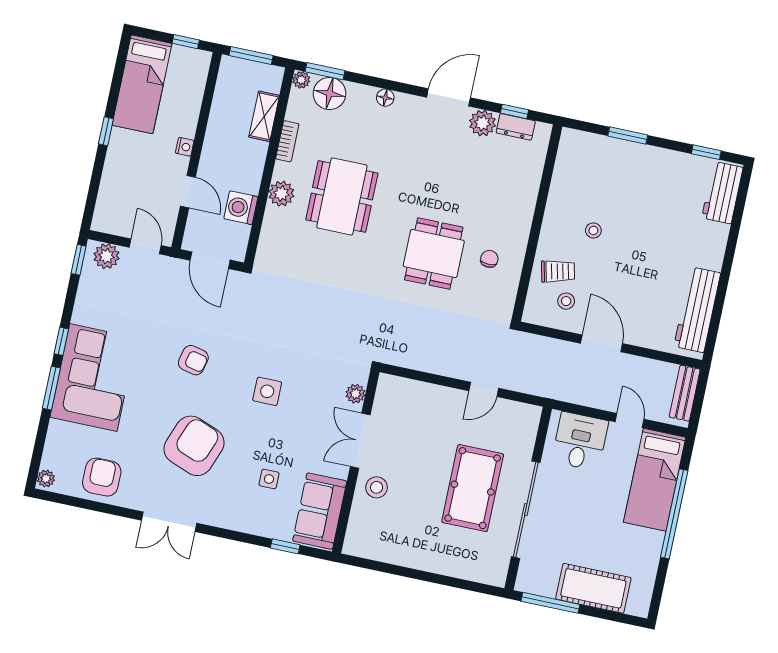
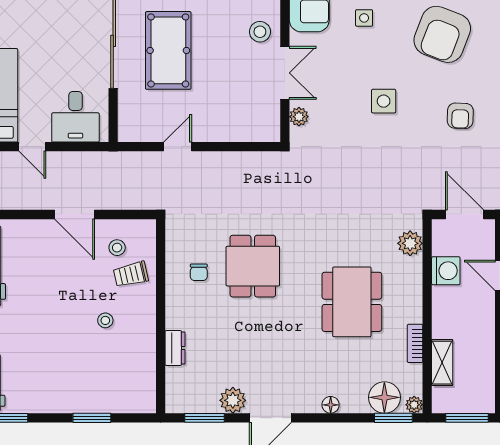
window: (515, 111) -> (205, 418), width x1.50
dresser: (516, 127) -> (175, 348), moved, turned 90
plant: (281, 194) -> (410, 243), moved
armchair: (193, 360) -> (460, 116), turned -101

